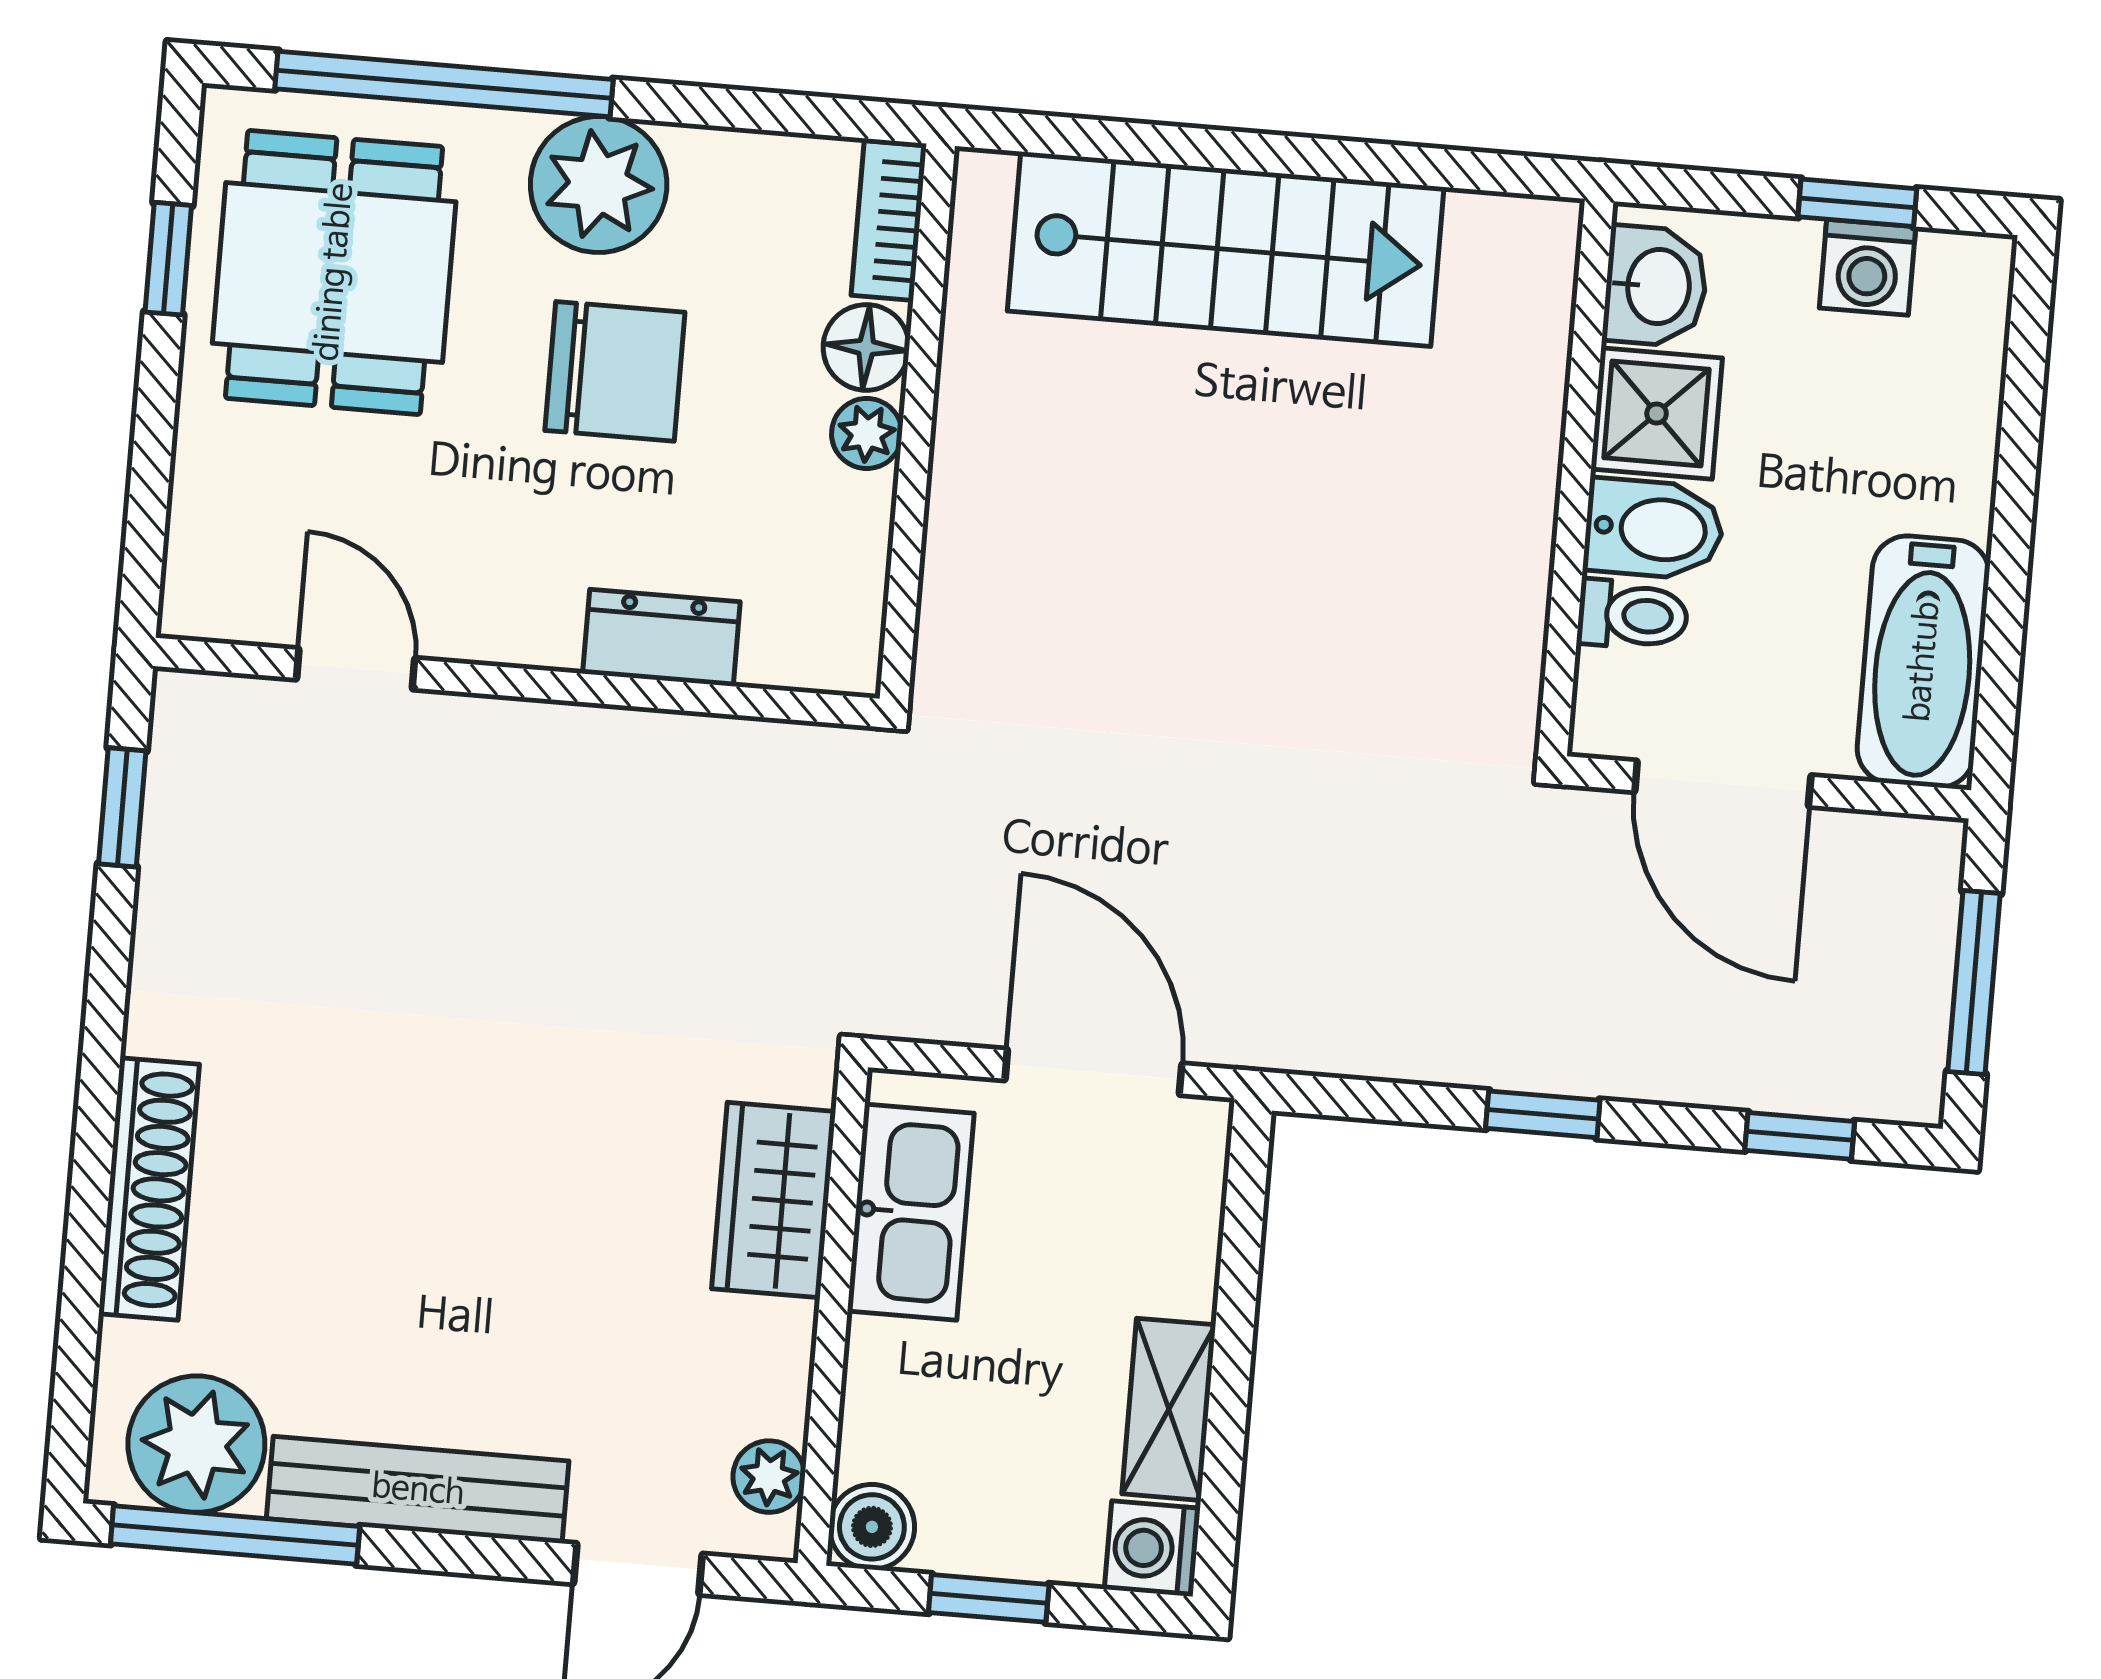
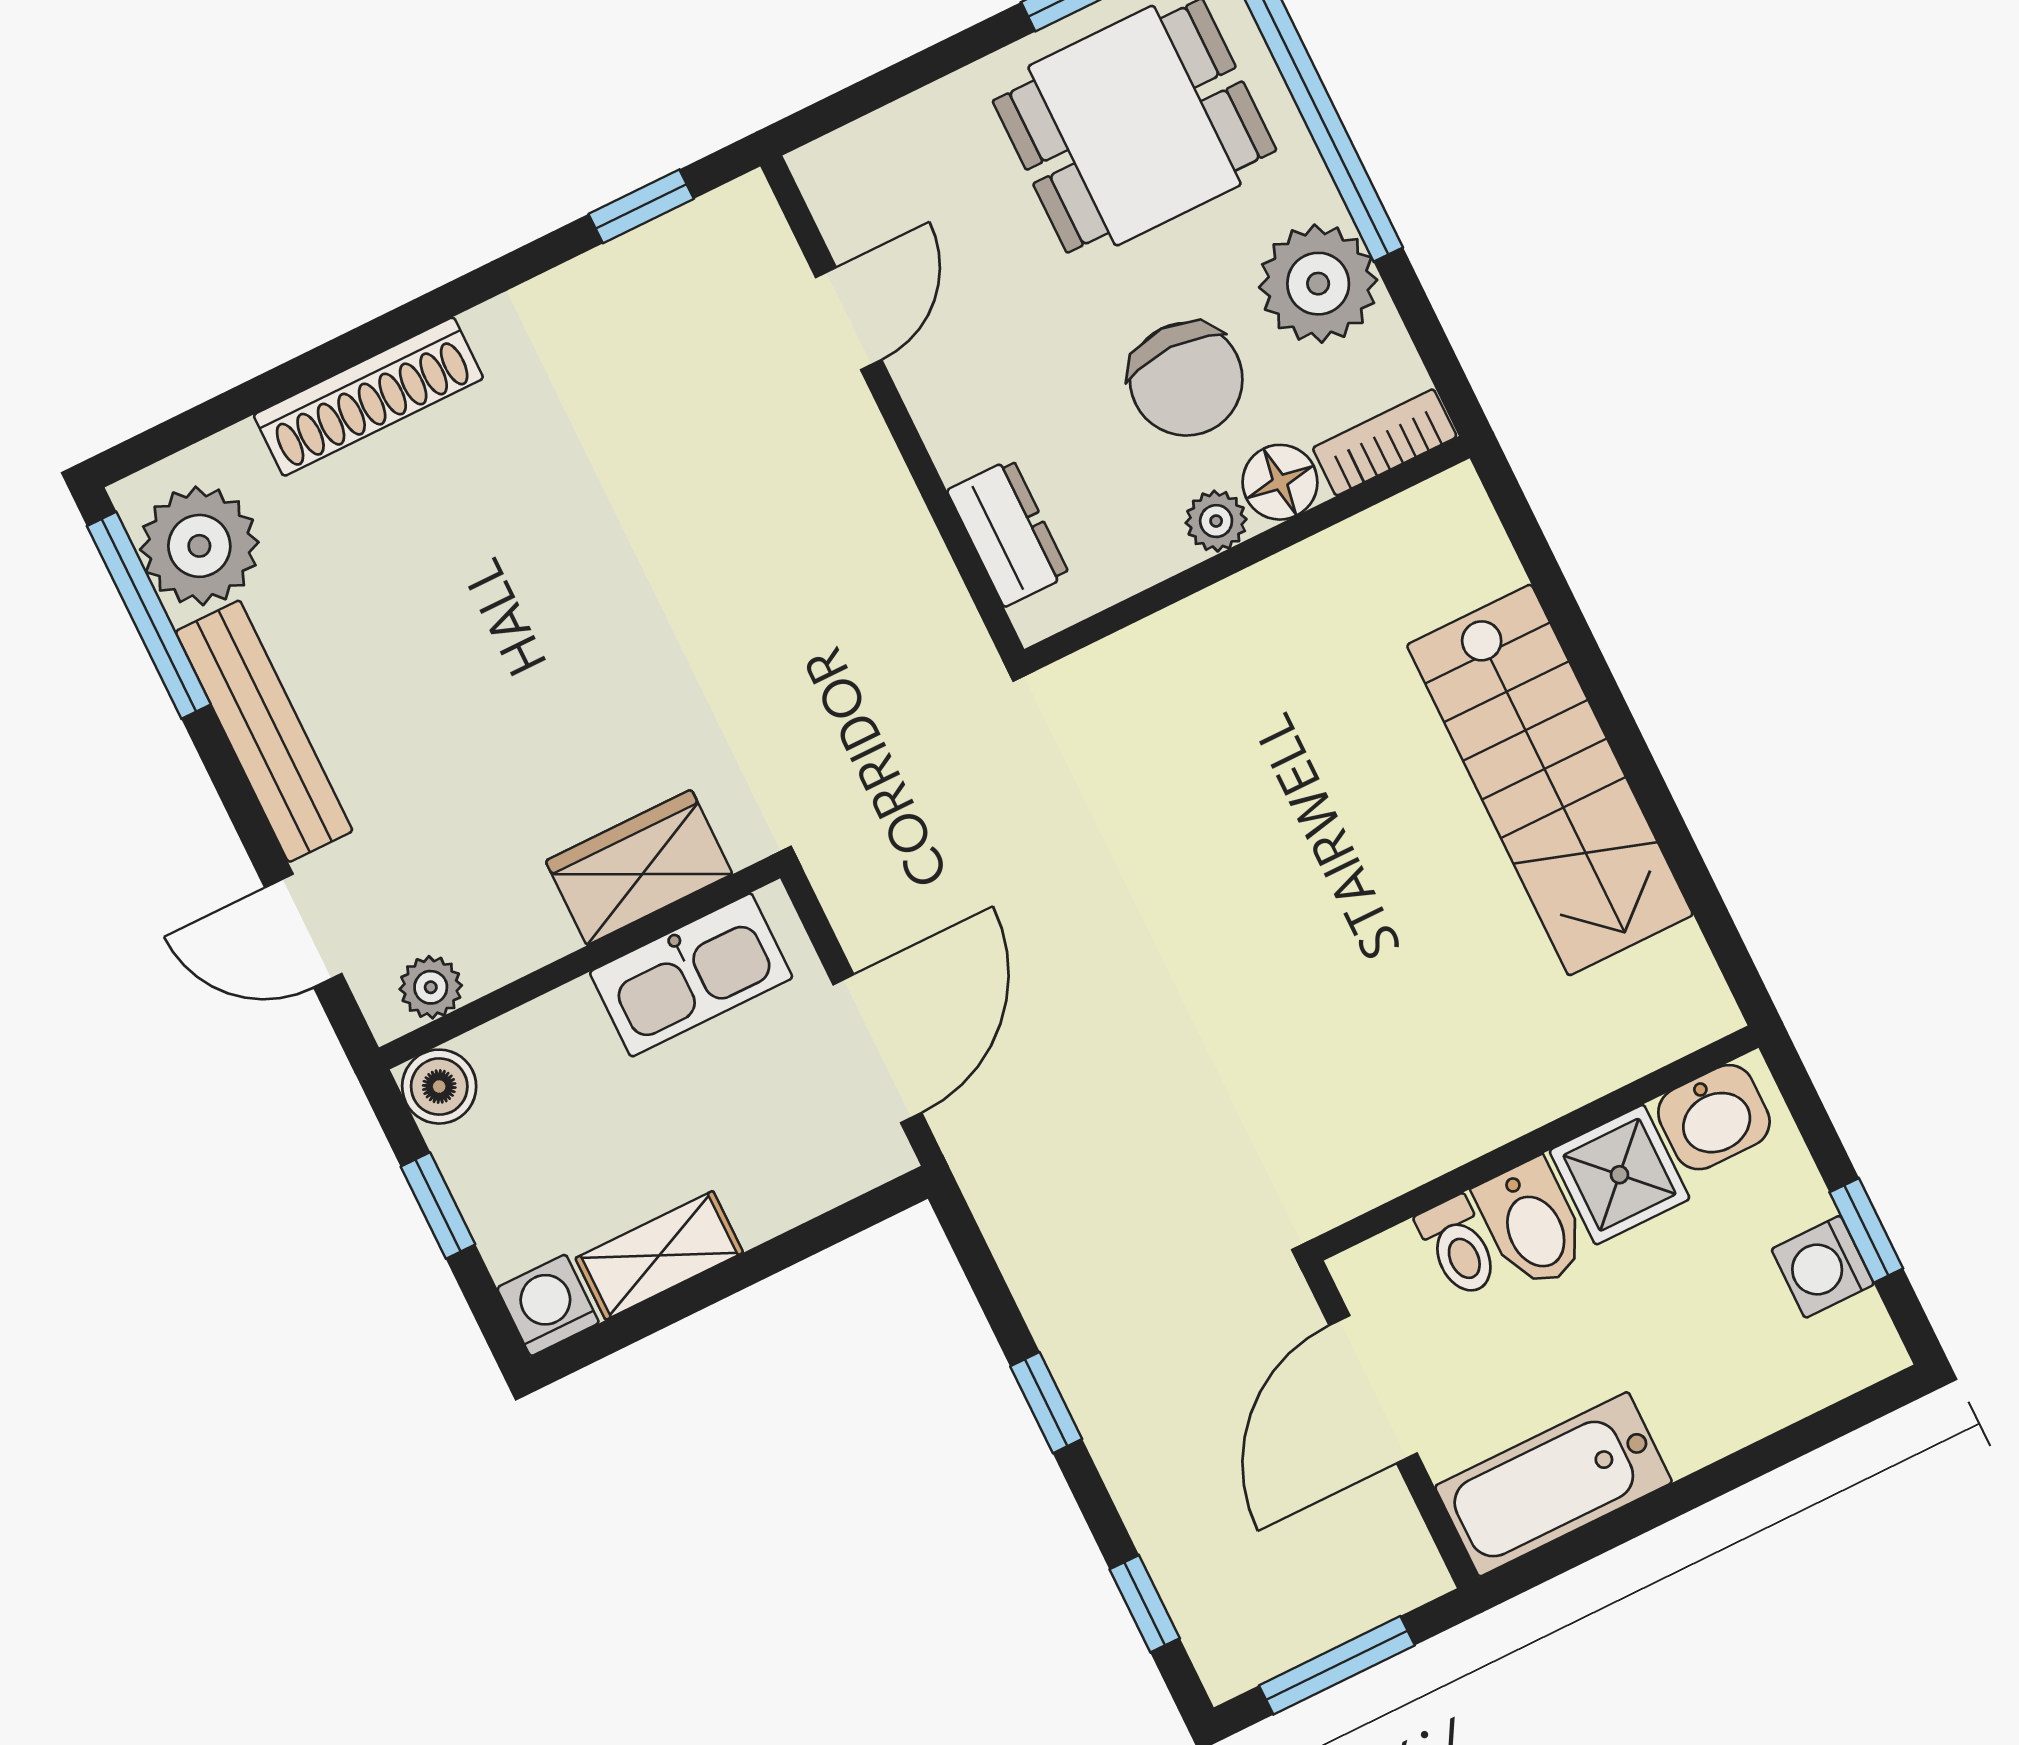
bookcase: (889, 221) -> (1385, 442), moved
floor lamp: (866, 347) -> (1280, 482), moved
wall: (917, 422) -> (1247, 554), moved
plant: (867, 433) -> (1216, 521), moved

